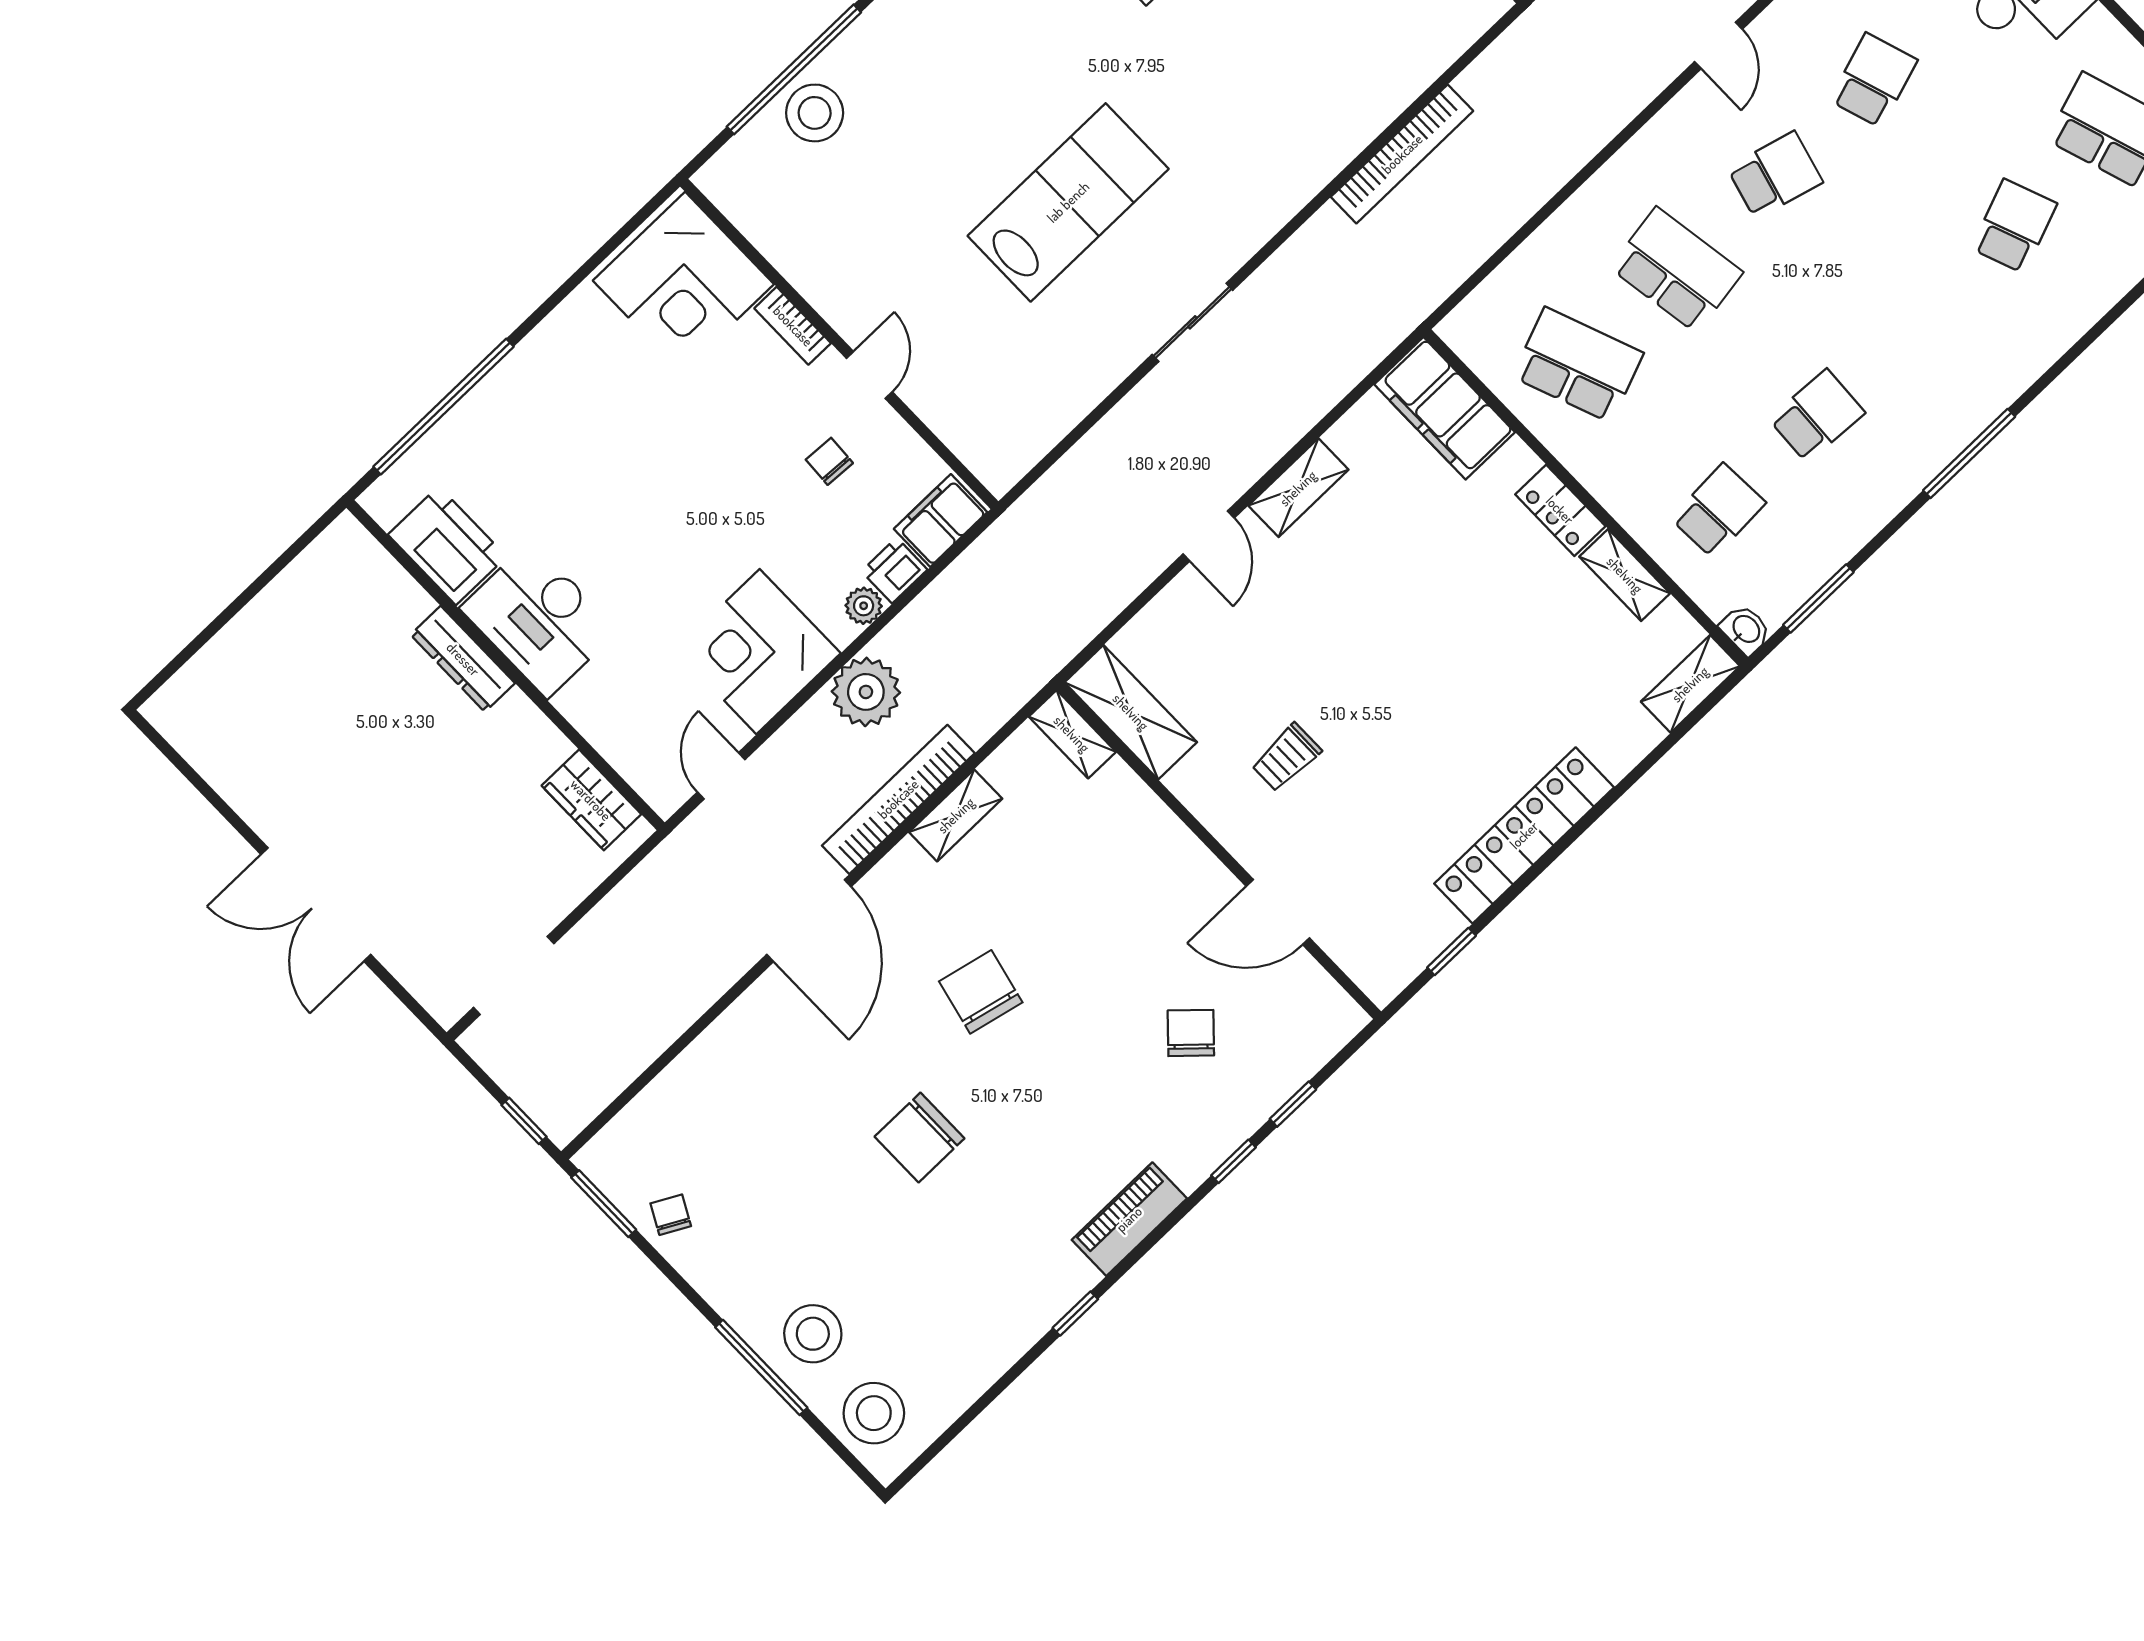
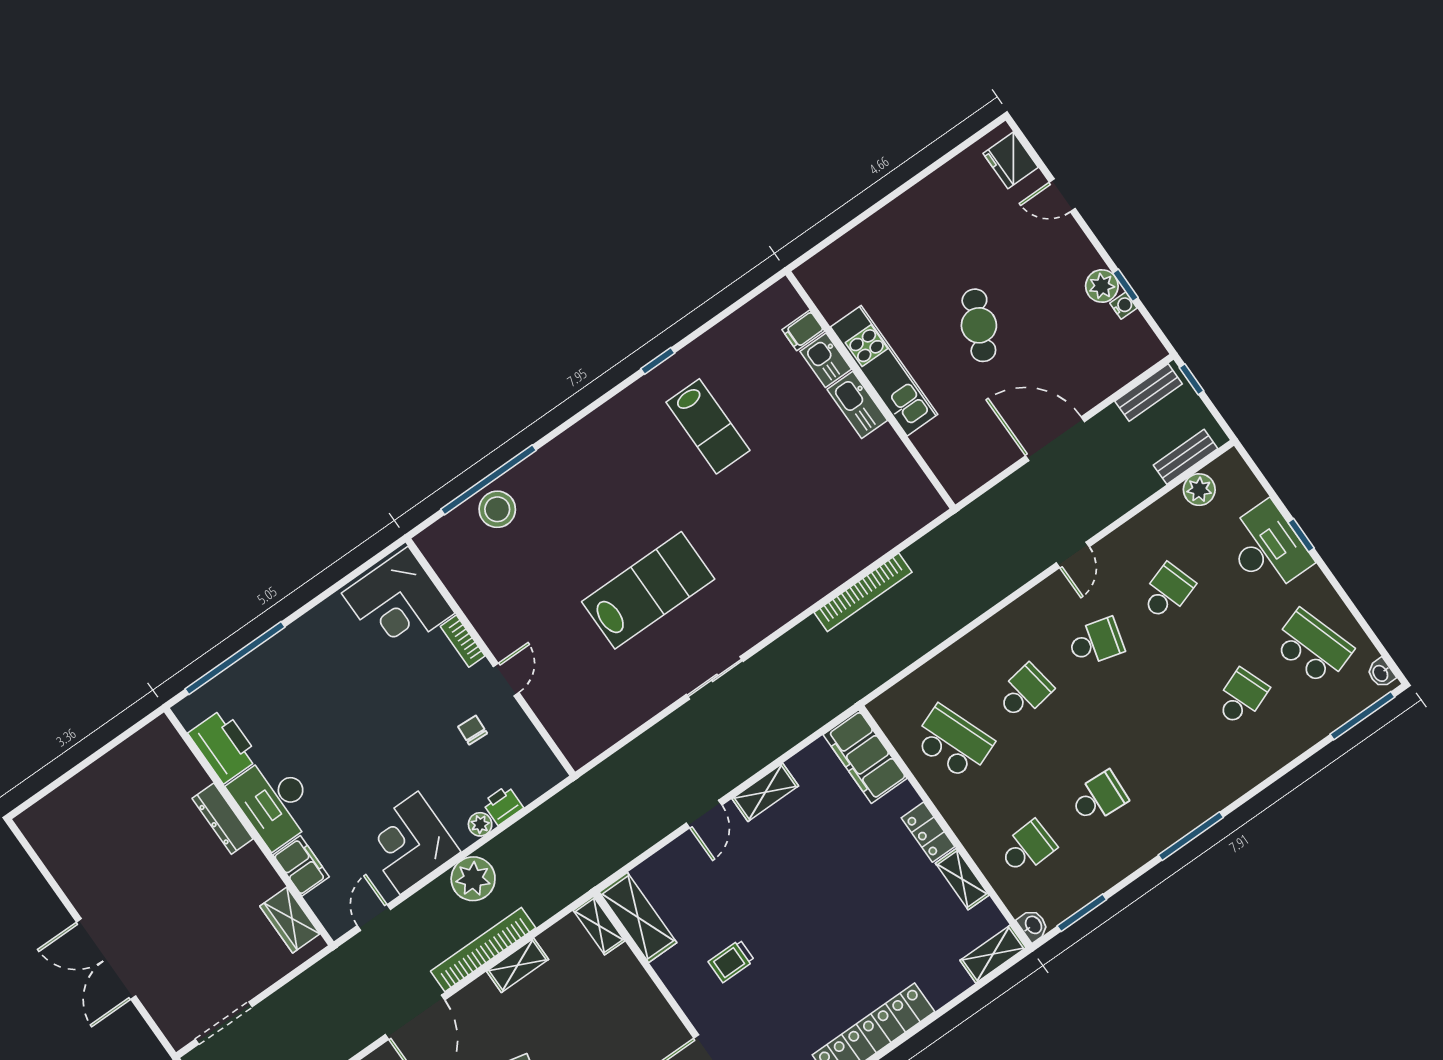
school desk: (1676, 270) -> (1024, 692), width x0.54
filing cabinet: (941, 520) -> (301, 866), moved, turned 90

